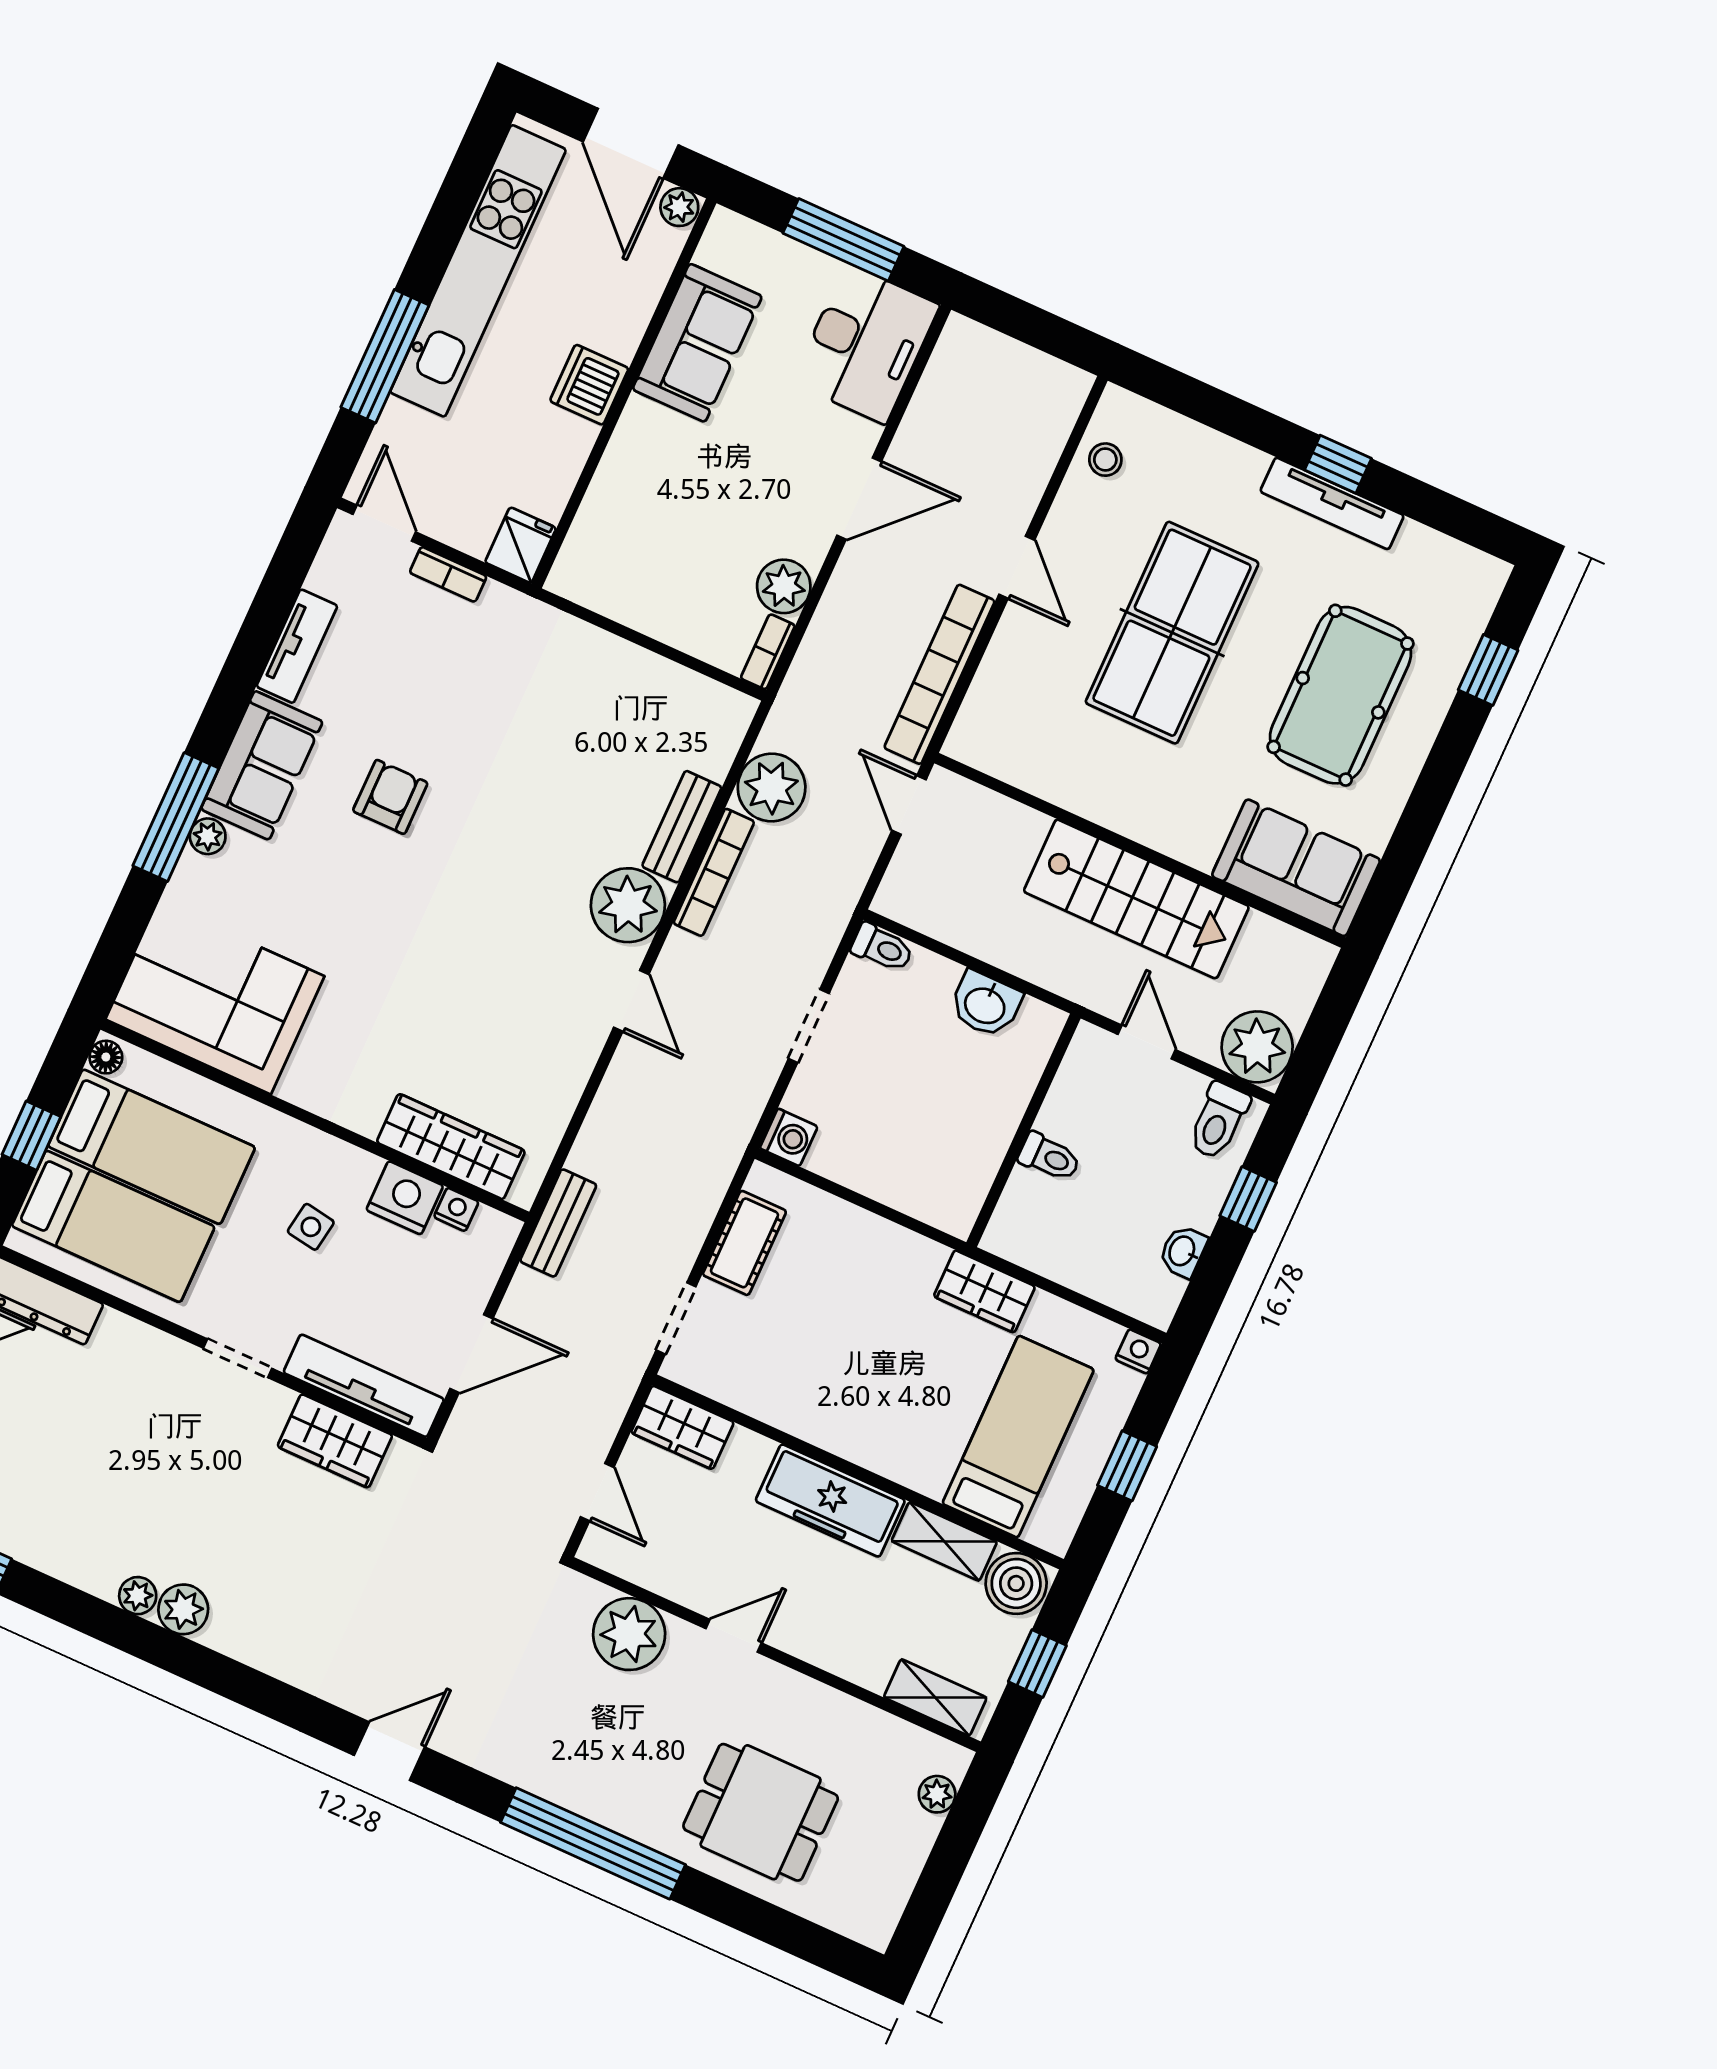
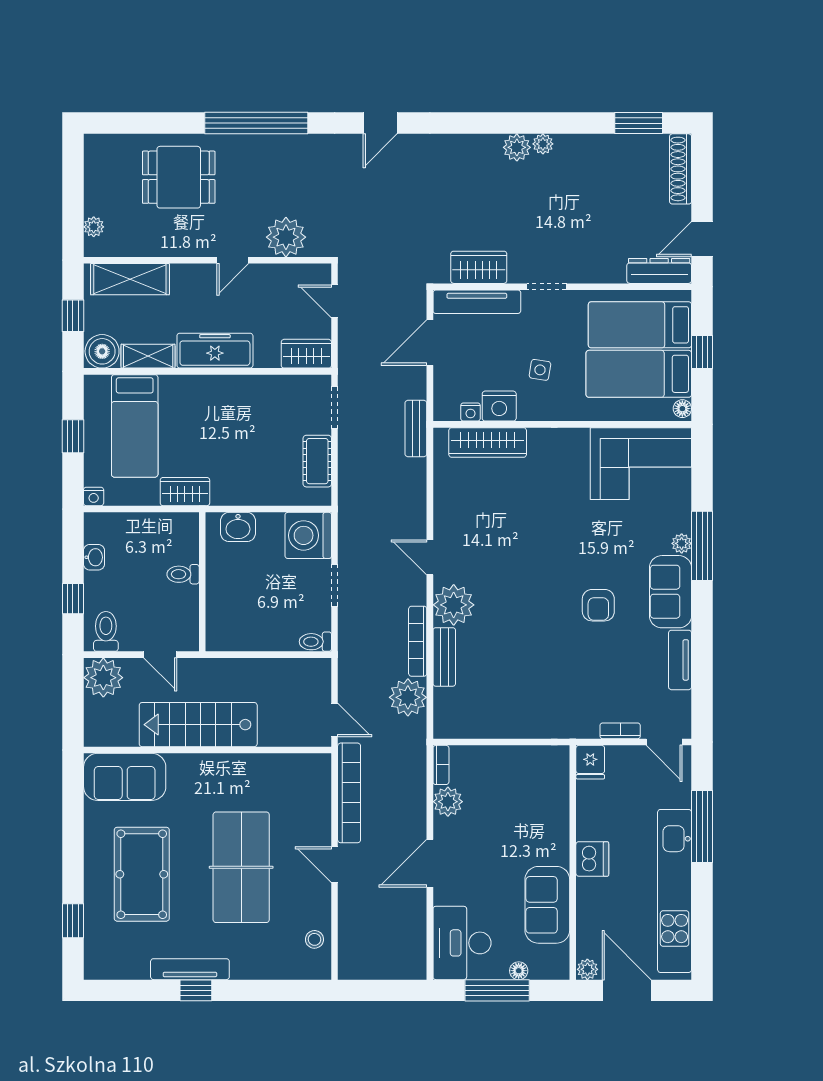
floor lamp: (793, 256) -> (519, 971), added
washbasin: (985, 1004) -> (238, 527), moved, turned 180
washing machine: (789, 1137) -> (308, 535), width x1.89, depth x1.89
shelving: (935, 1697) -> (130, 279), width x1.50, depth x1.33

